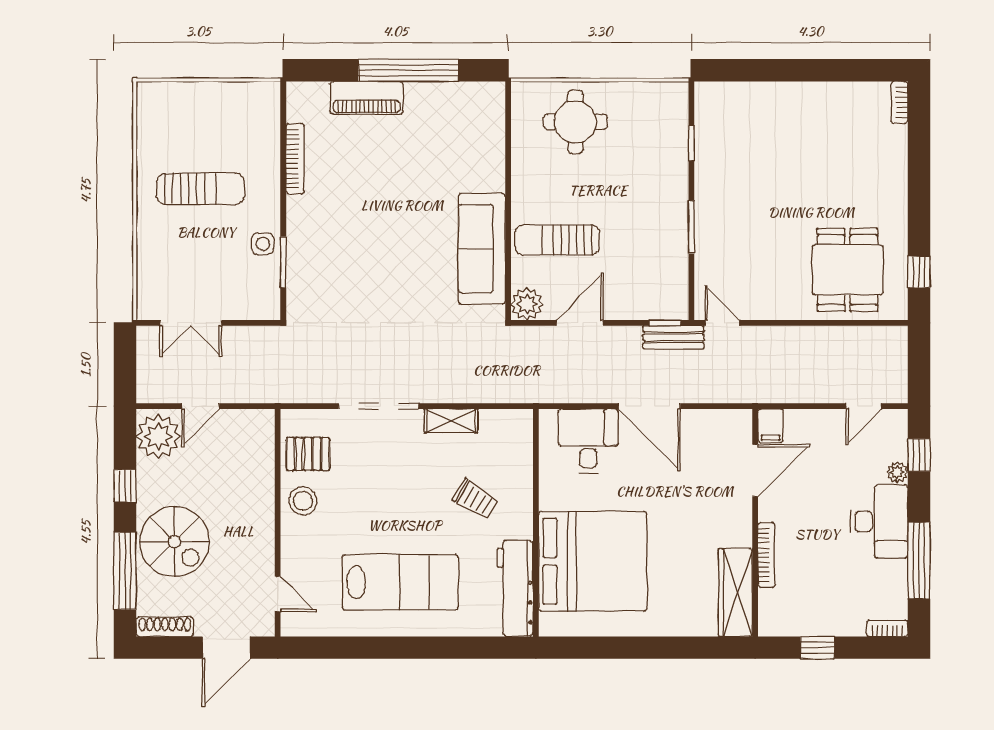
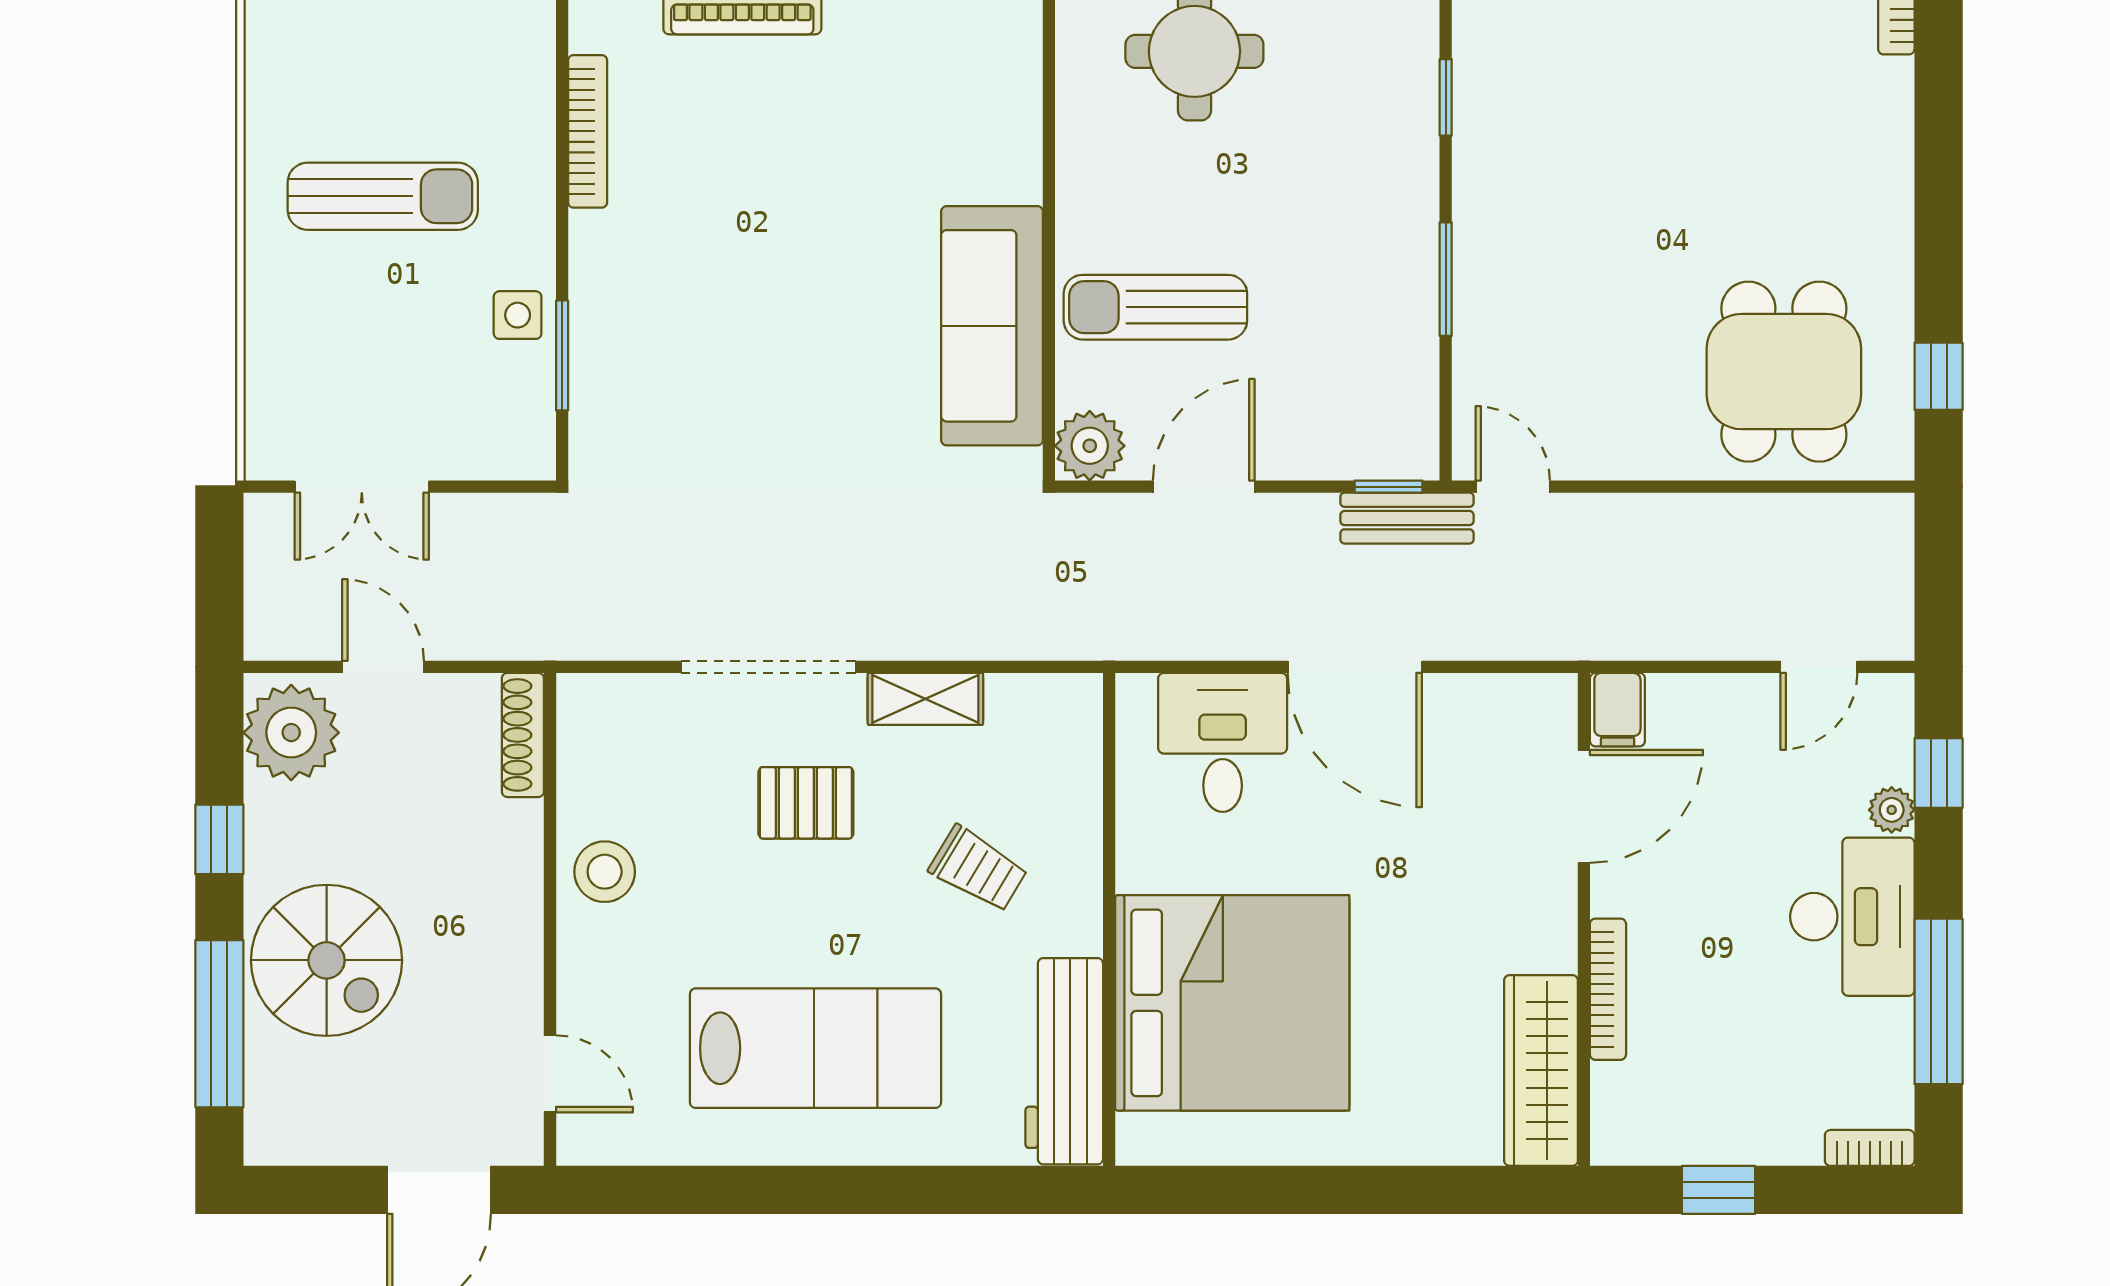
door: (201, 406) -> (383, 667), swing flipped
pallet: (308, 454) -> (806, 803), moved
shoe rack: (165, 627) -> (523, 735), moved, turned -90

